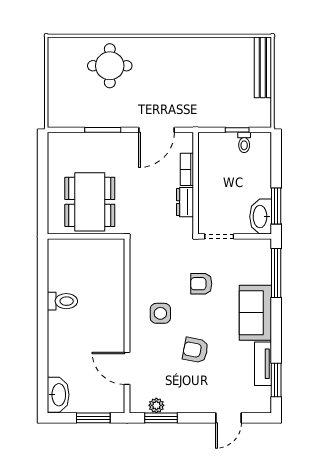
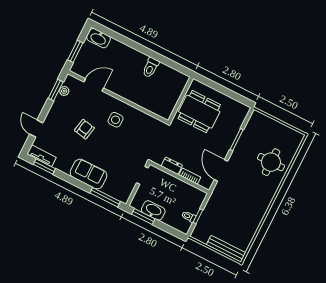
washbasin: (261, 217) -> (153, 210), moved
armchair: (201, 284) -> (121, 152), removed
tv unit: (263, 364) -> (42, 156), moved

